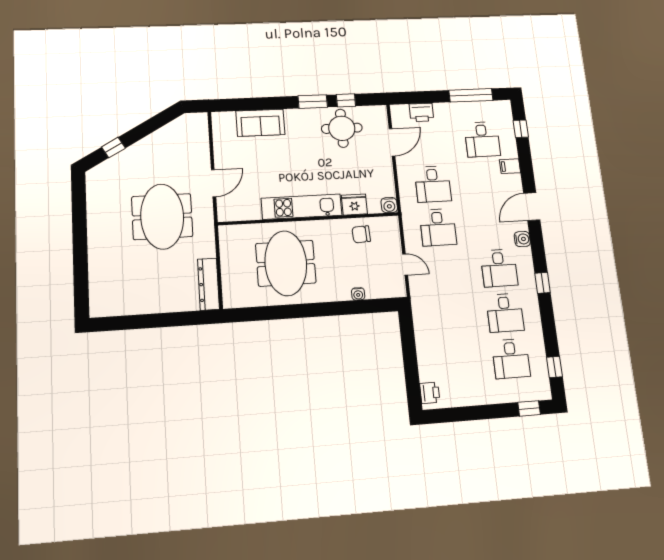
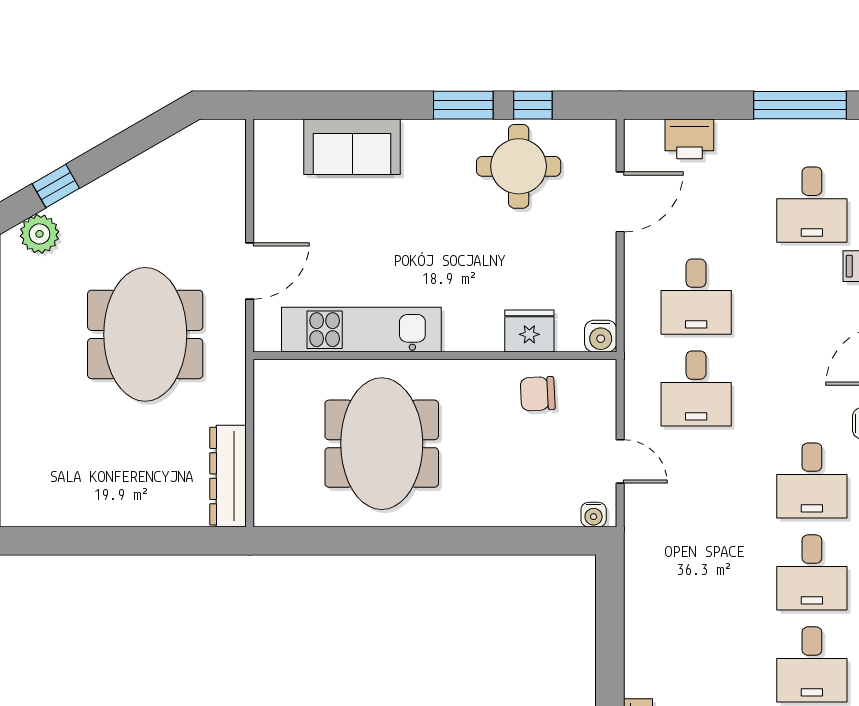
plant: (106, 171) -> (39, 234), added
kitchen unit: (302, 207) -> (361, 330), moved
water cooler: (358, 294) -> (594, 515), moved

